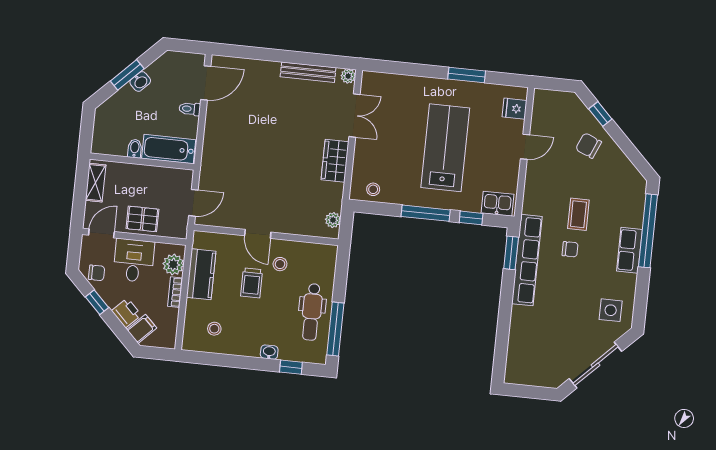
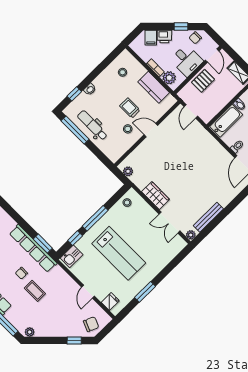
chair: (589, 146) -> (91, 324), moved
plant: (635, 179) -> (30, 332), added

